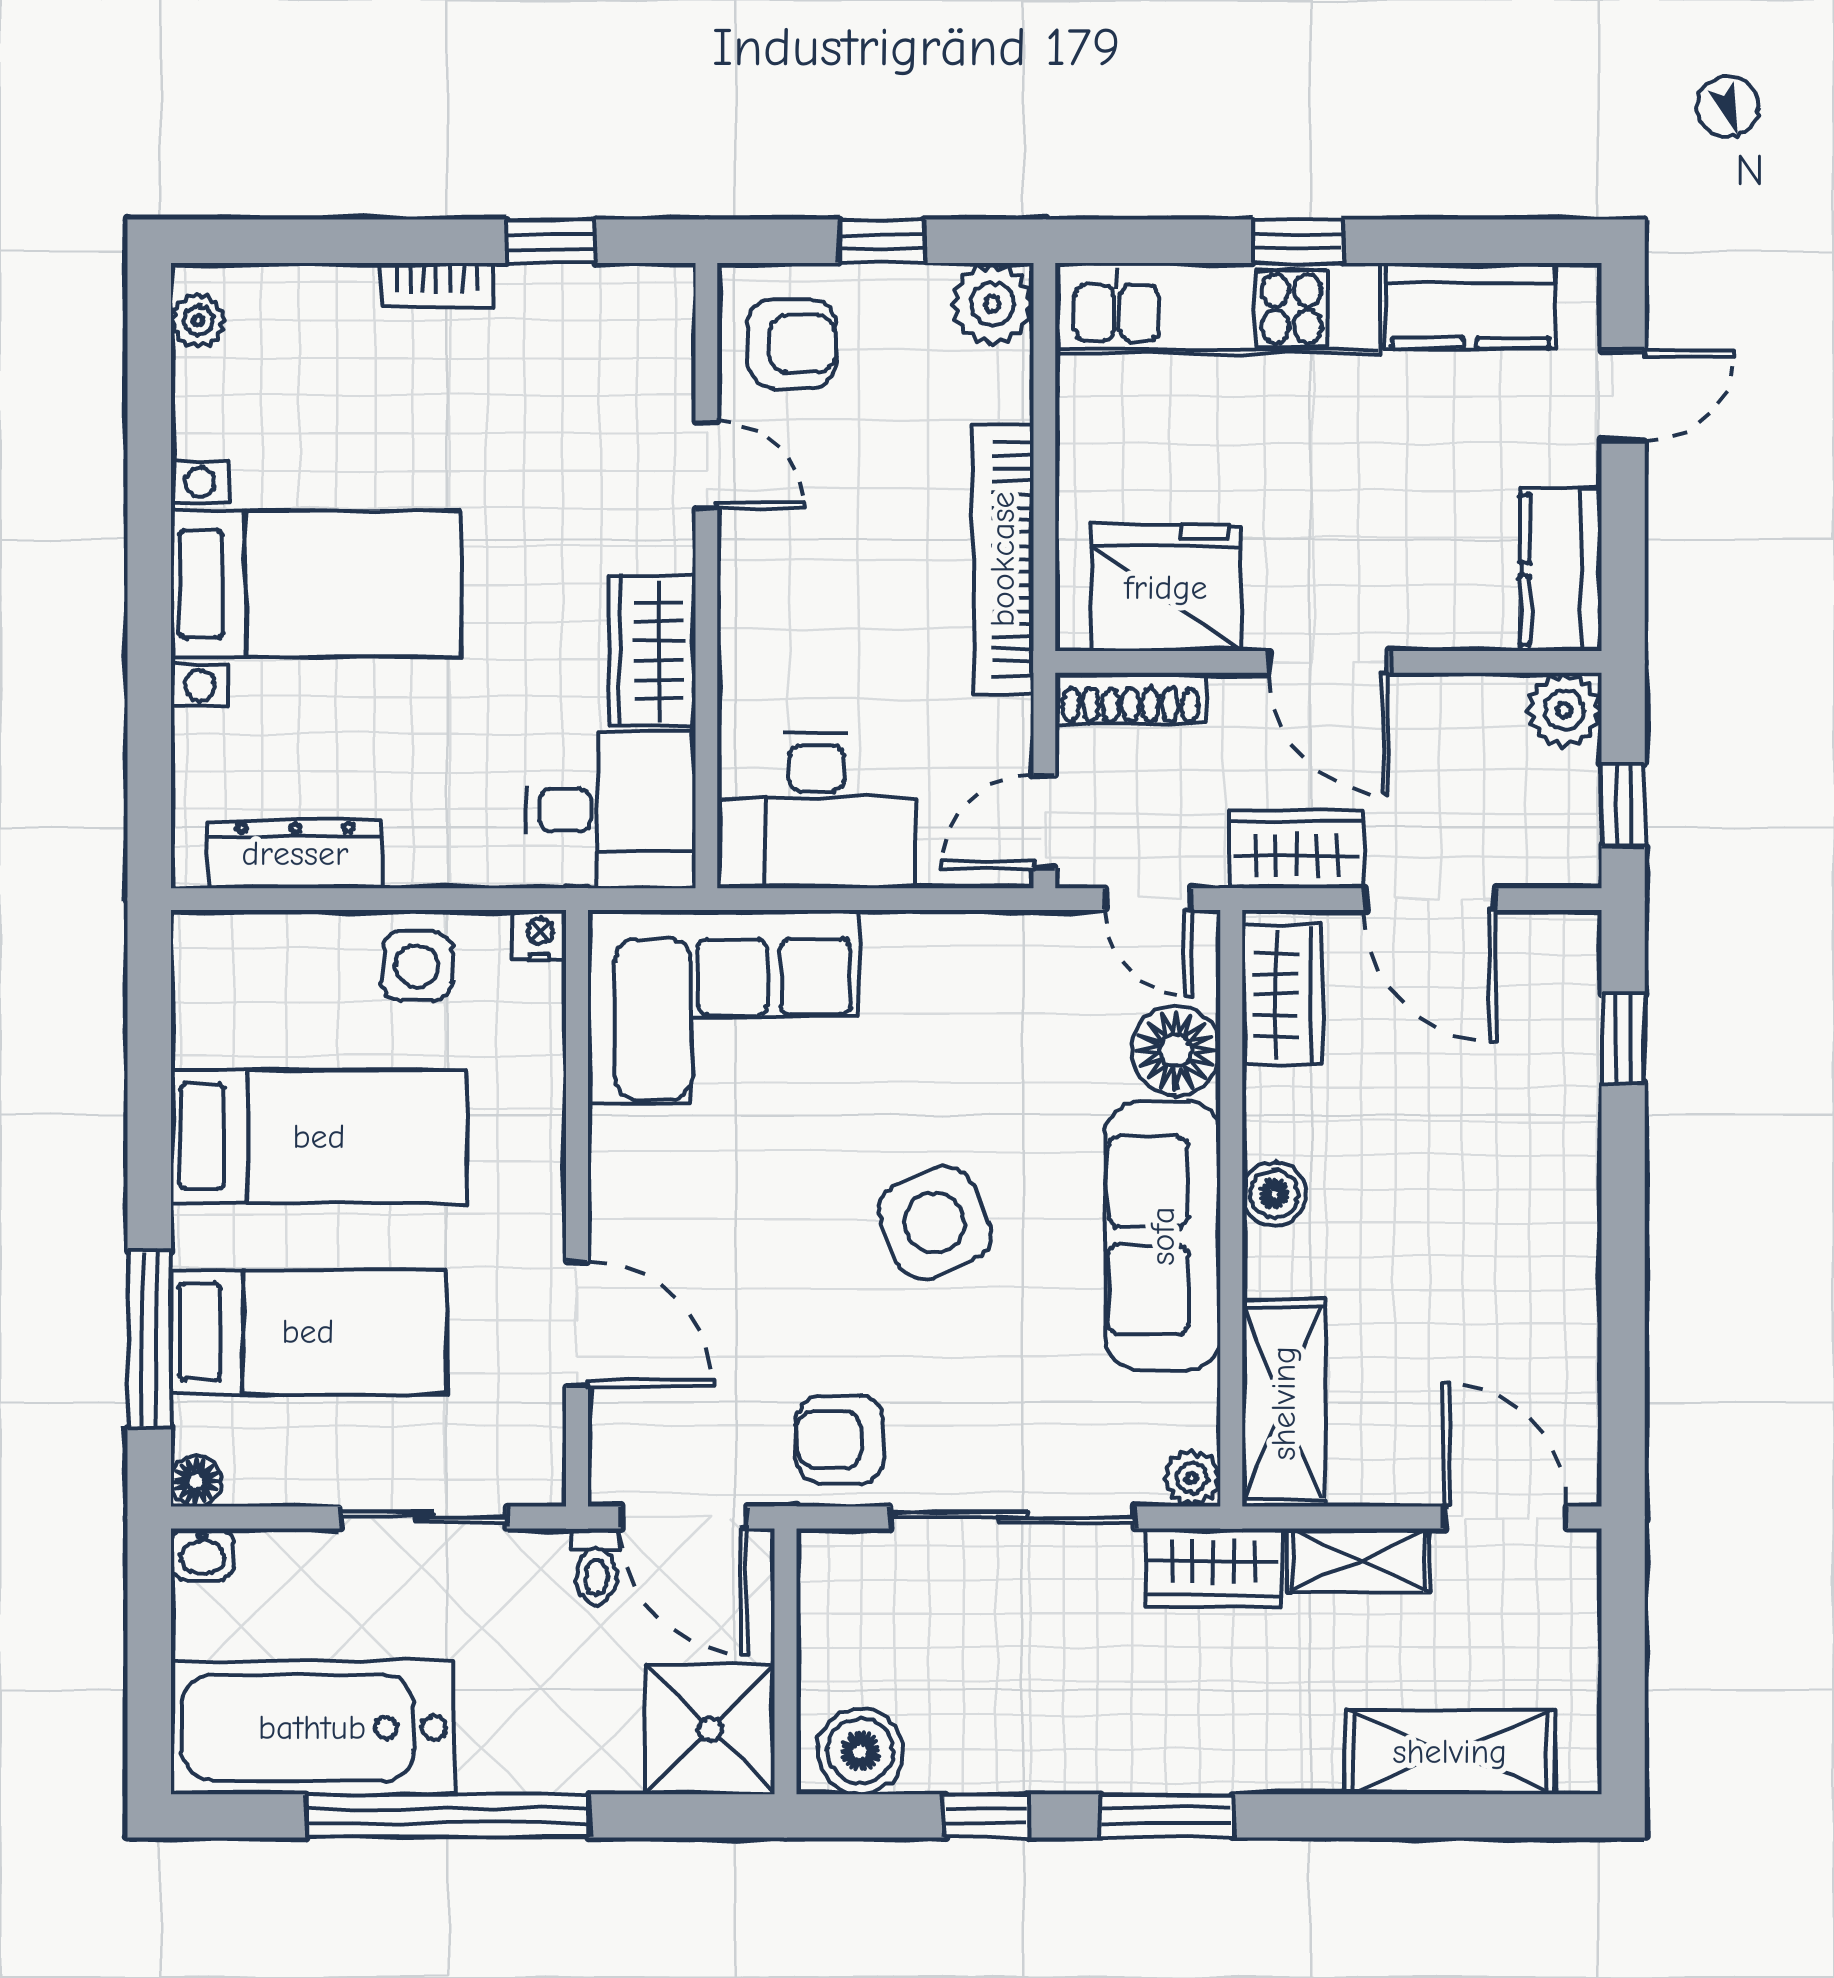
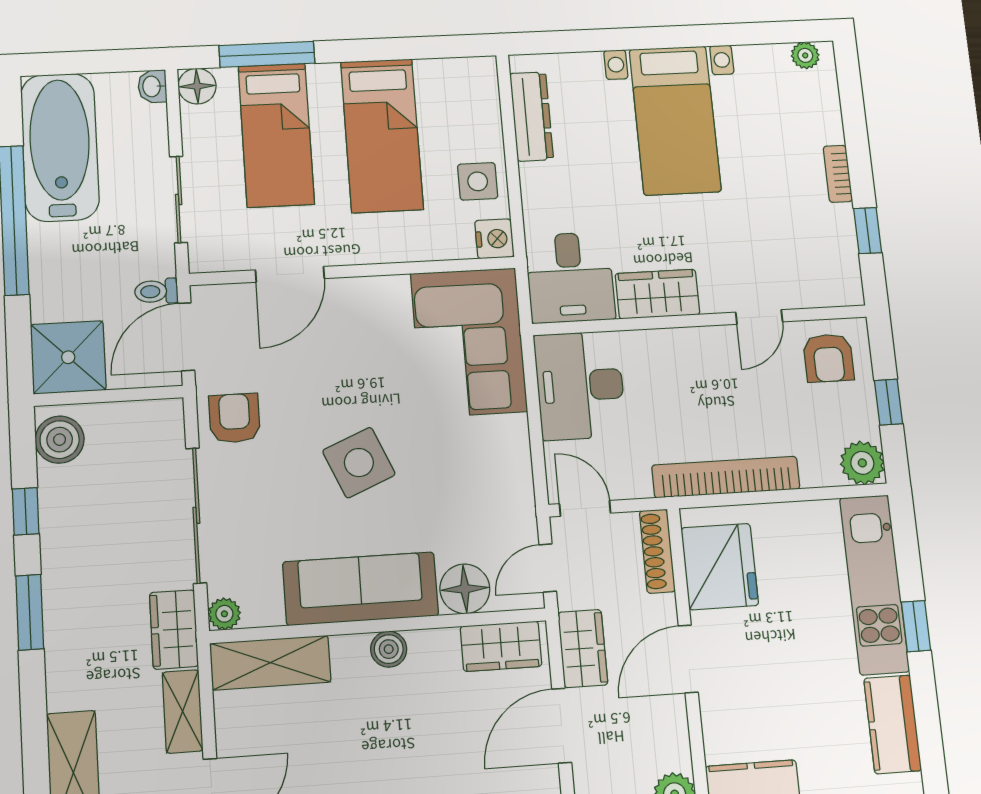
nightstand: (540, 935) -> (494, 239), width x1.39, depth x1.35
floor lamp: (196, 1481) -> (197, 86), width x1.37, depth x1.37

